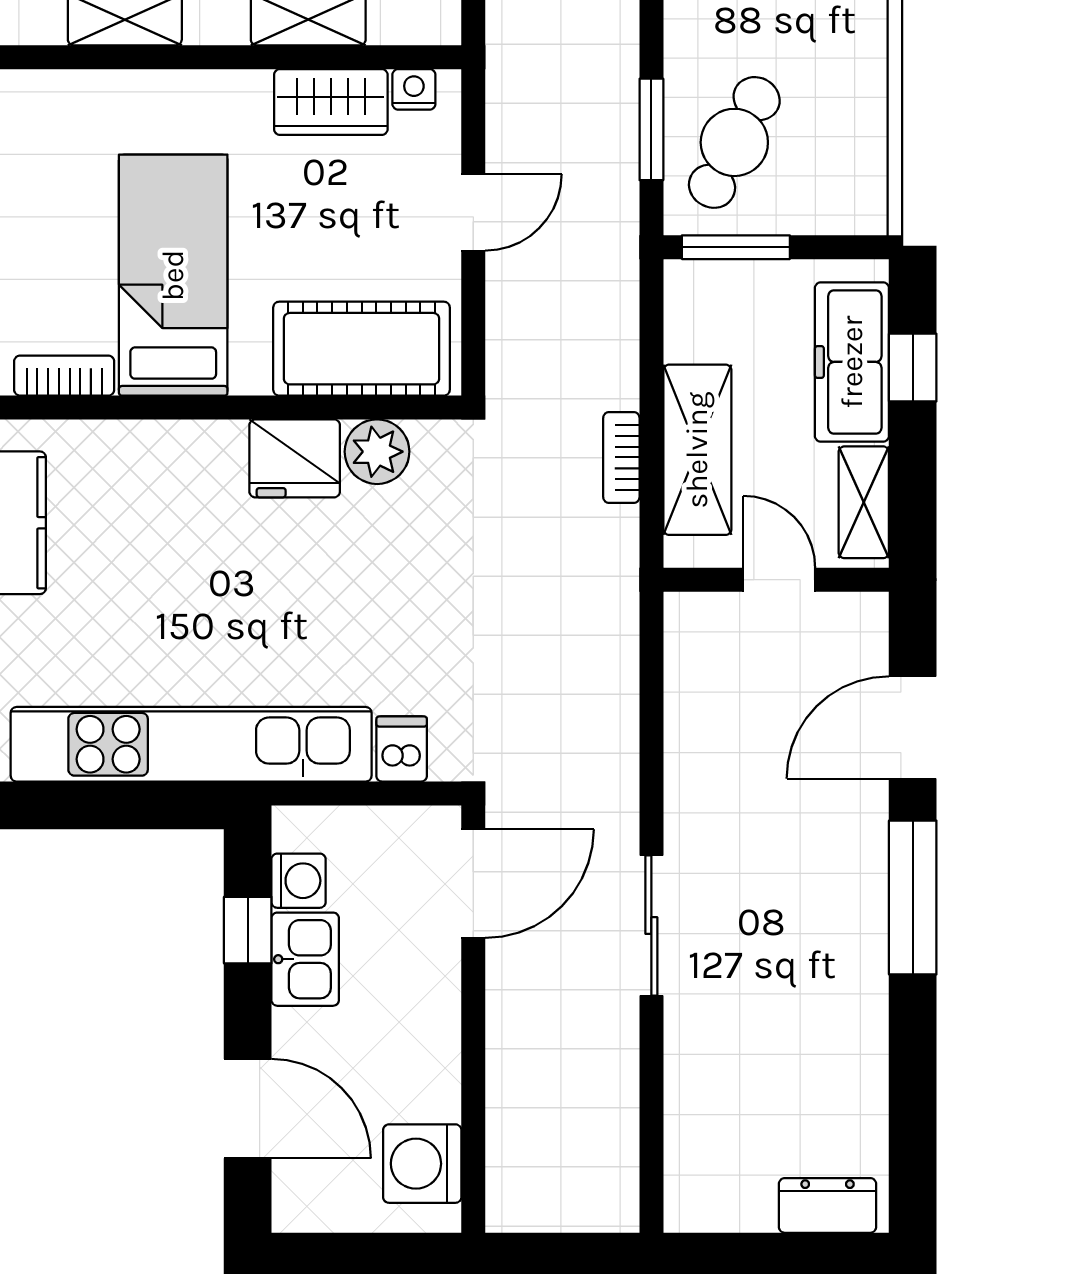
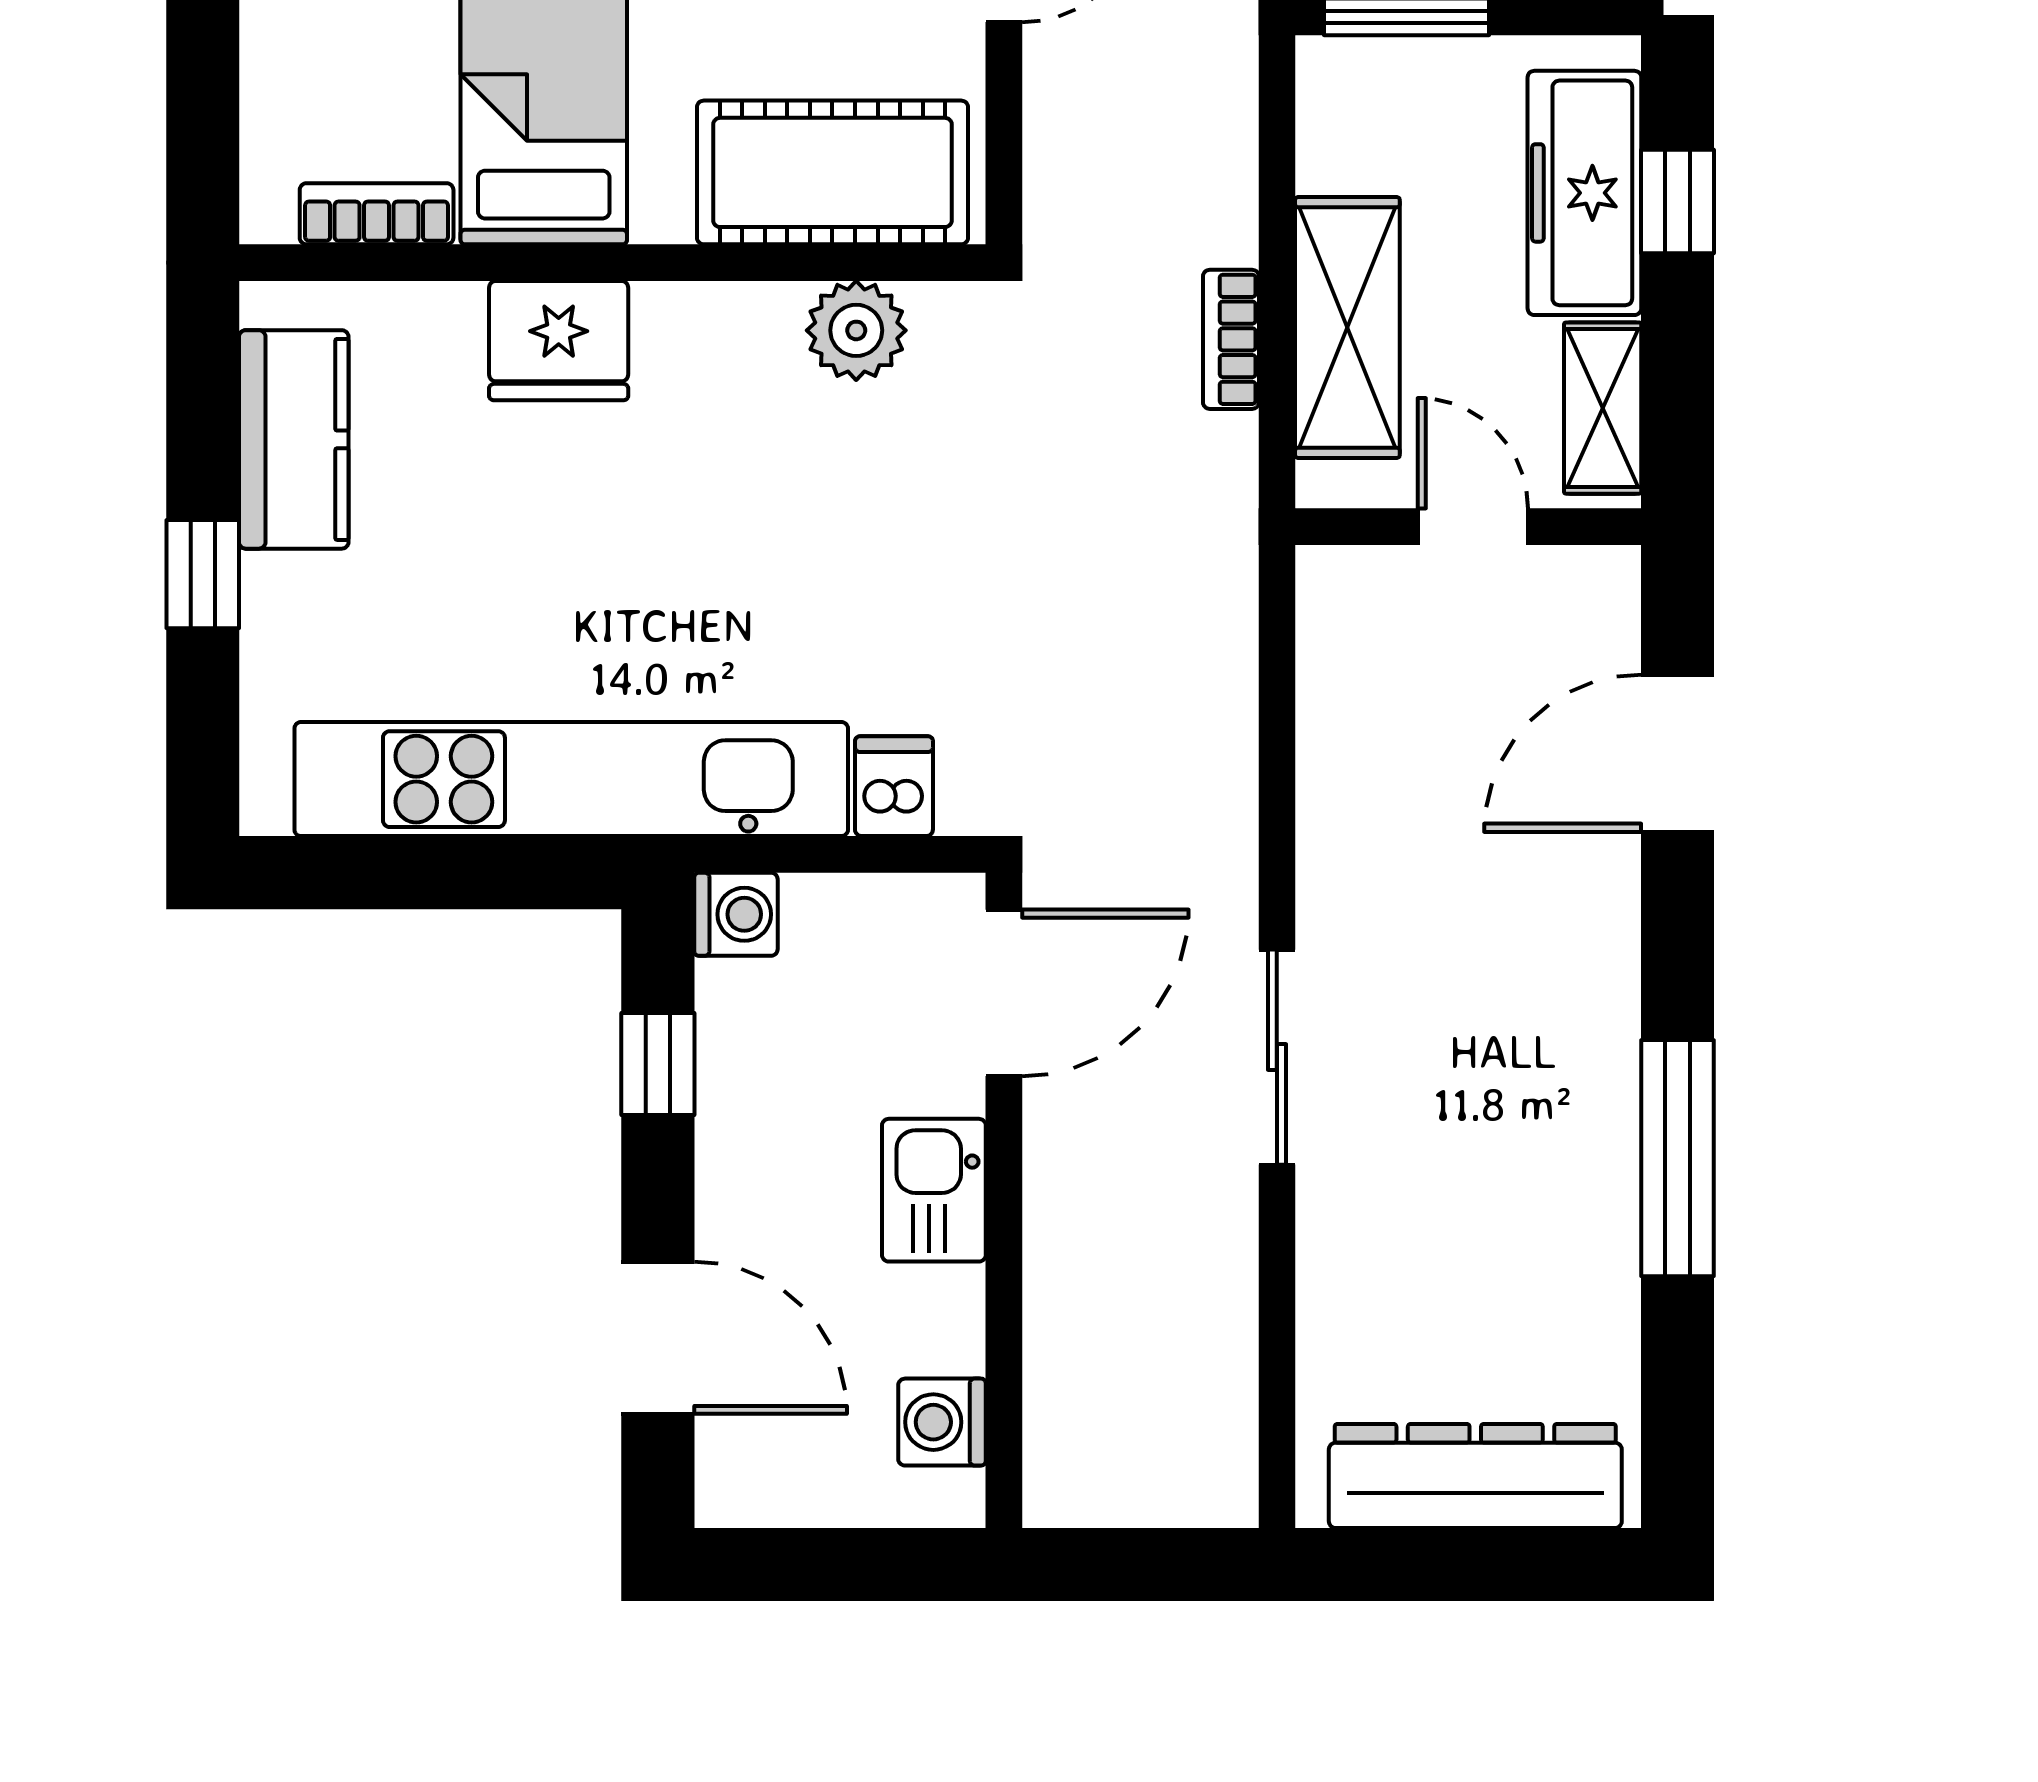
fridge: (295, 458) -> (559, 341), moved
washing machine: (299, 881) -> (736, 914), moved
window: (913, 897) -> (1678, 1158), moved
kitchen sink: (305, 959) -> (934, 1190), moved, turned 180
washing machine: (422, 1164) -> (942, 1422), width x0.73, depth x0.73
dresser: (828, 1205) -> (1475, 1476), width x1.96, depth x1.24

